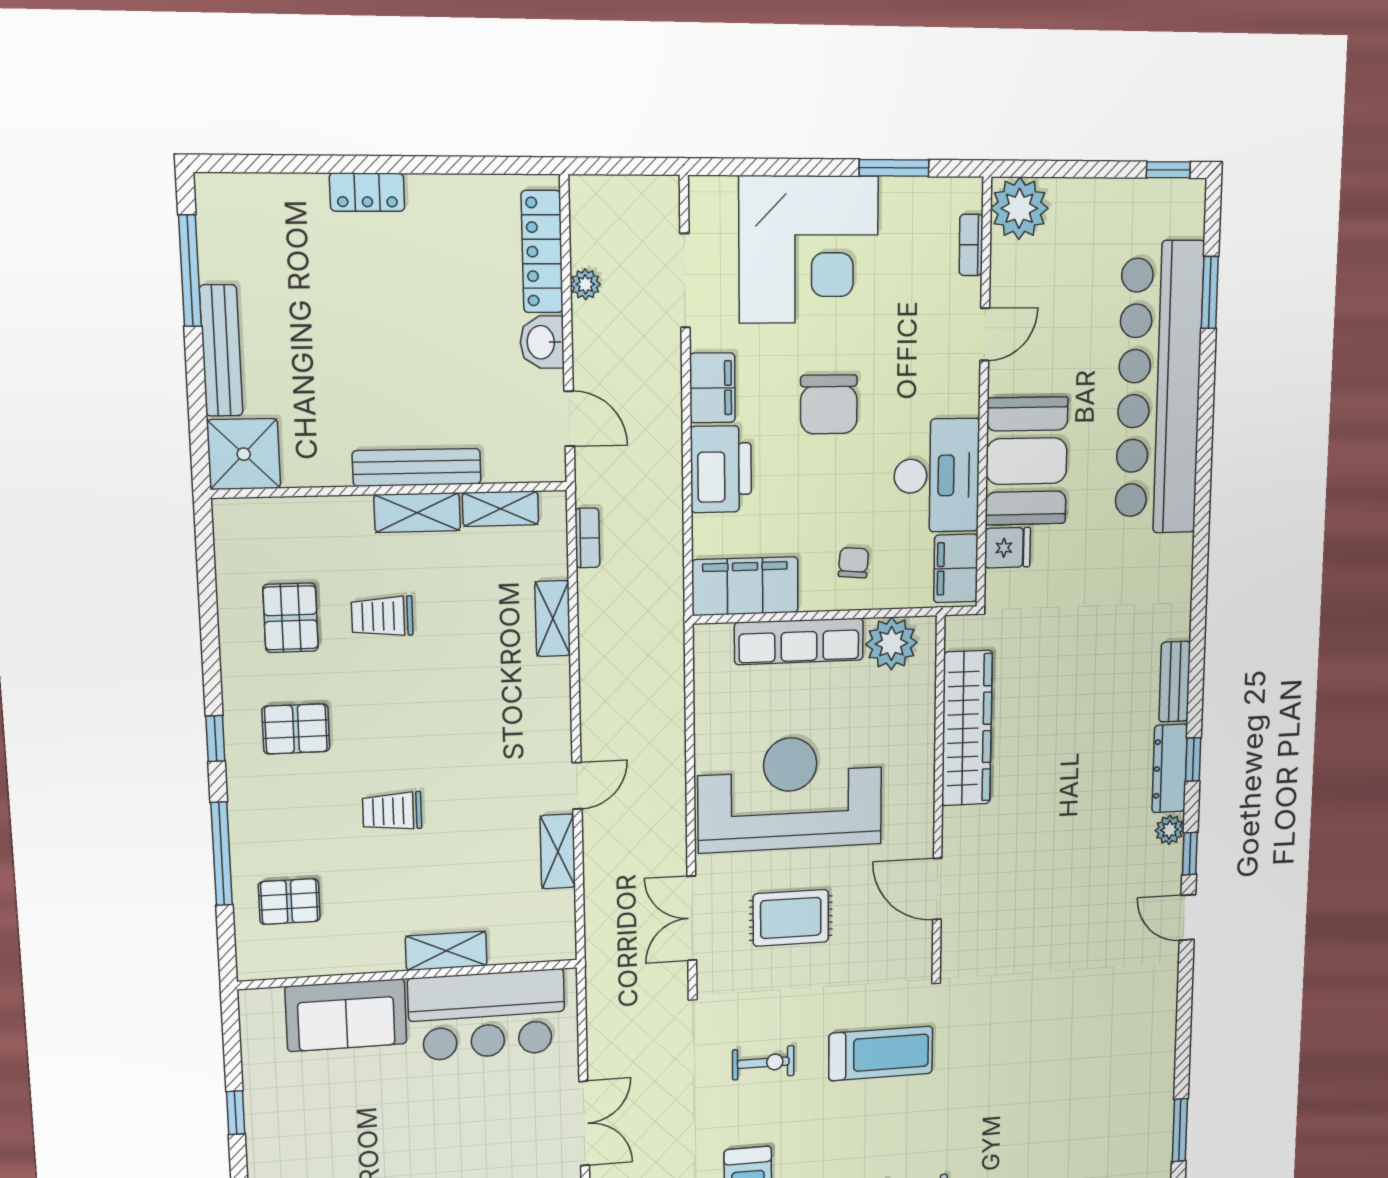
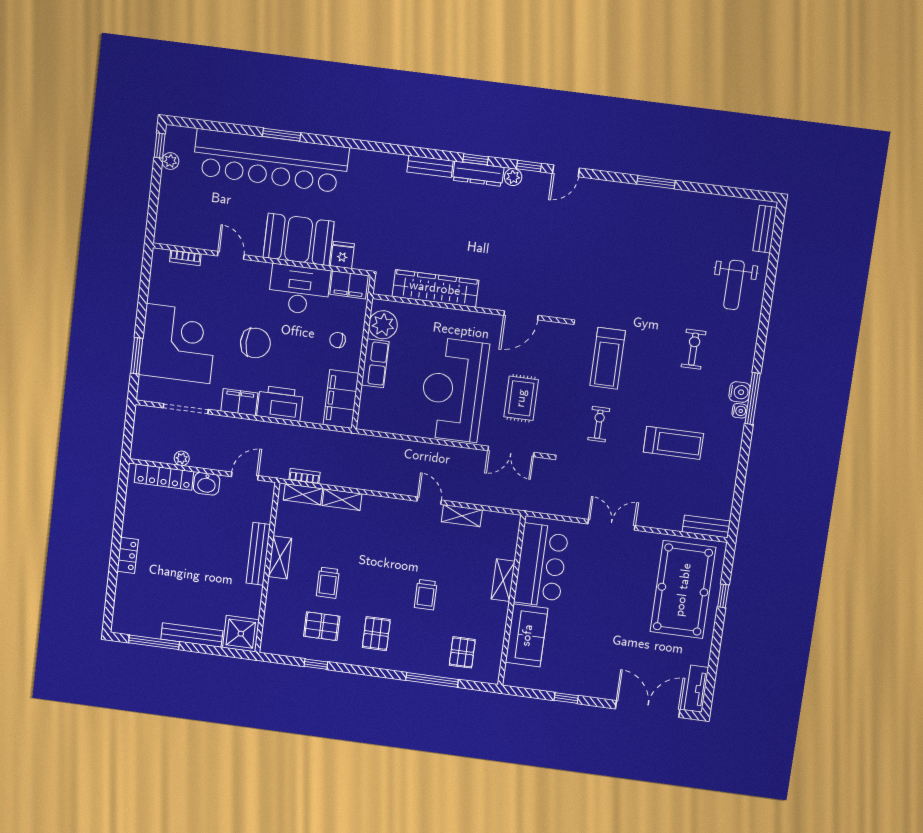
window: (894, 168) -> (137, 356), moved
plant: (1019, 208) -> (170, 161), moved, width x0.53, depth x0.53
window: (1210, 292) -> (282, 135), moved
shelving: (500, 509) -> (303, 494), moved, turned 90
row of seats: (799, 641) -> (375, 363), width x0.68
window: (215, 739) -> (316, 664), moved
treadmill: (881, 1053) -> (608, 358), turned 180
window: (1180, 1130) -> (656, 182), moved

